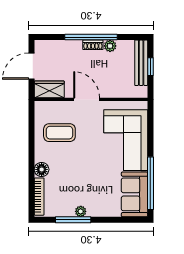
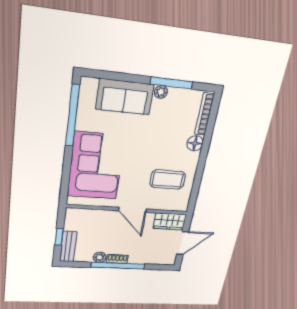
bench: (141, 63) -> (68, 247), width x0.73
sofa: (134, 194) -> (125, 97), moved, turned 90

